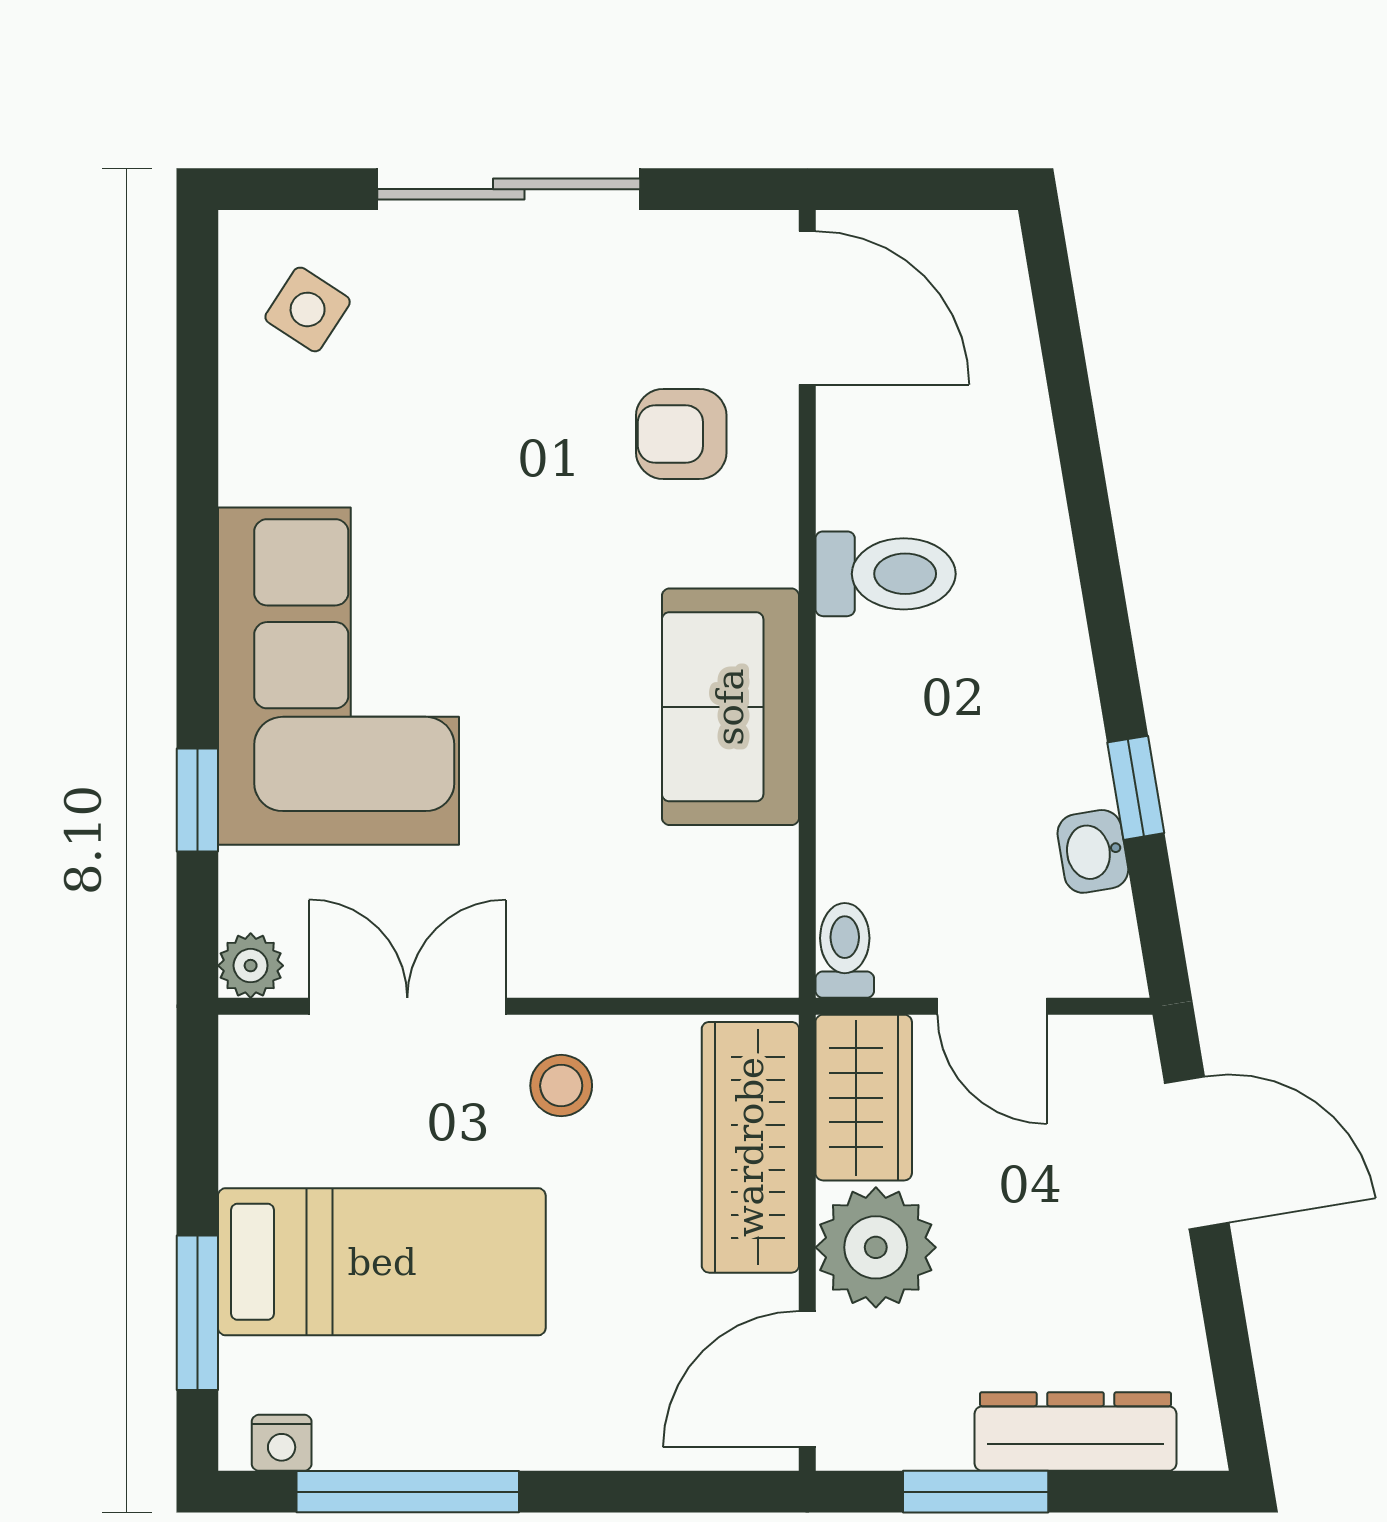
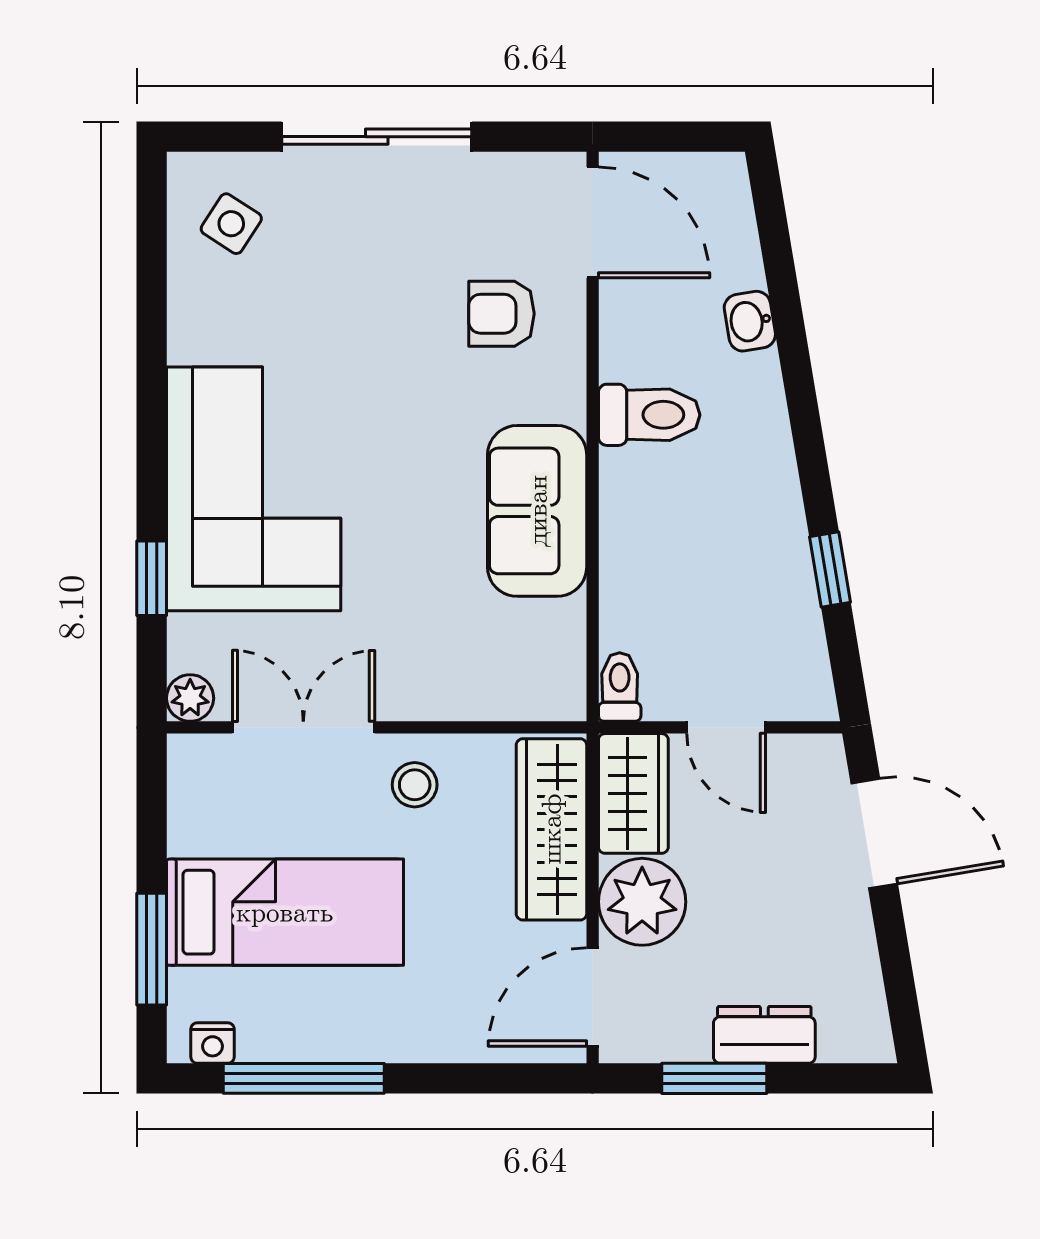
washbasin: (1093, 851) -> (750, 321), moved
dresser: (1076, 1431) -> (764, 1035), width x0.70

